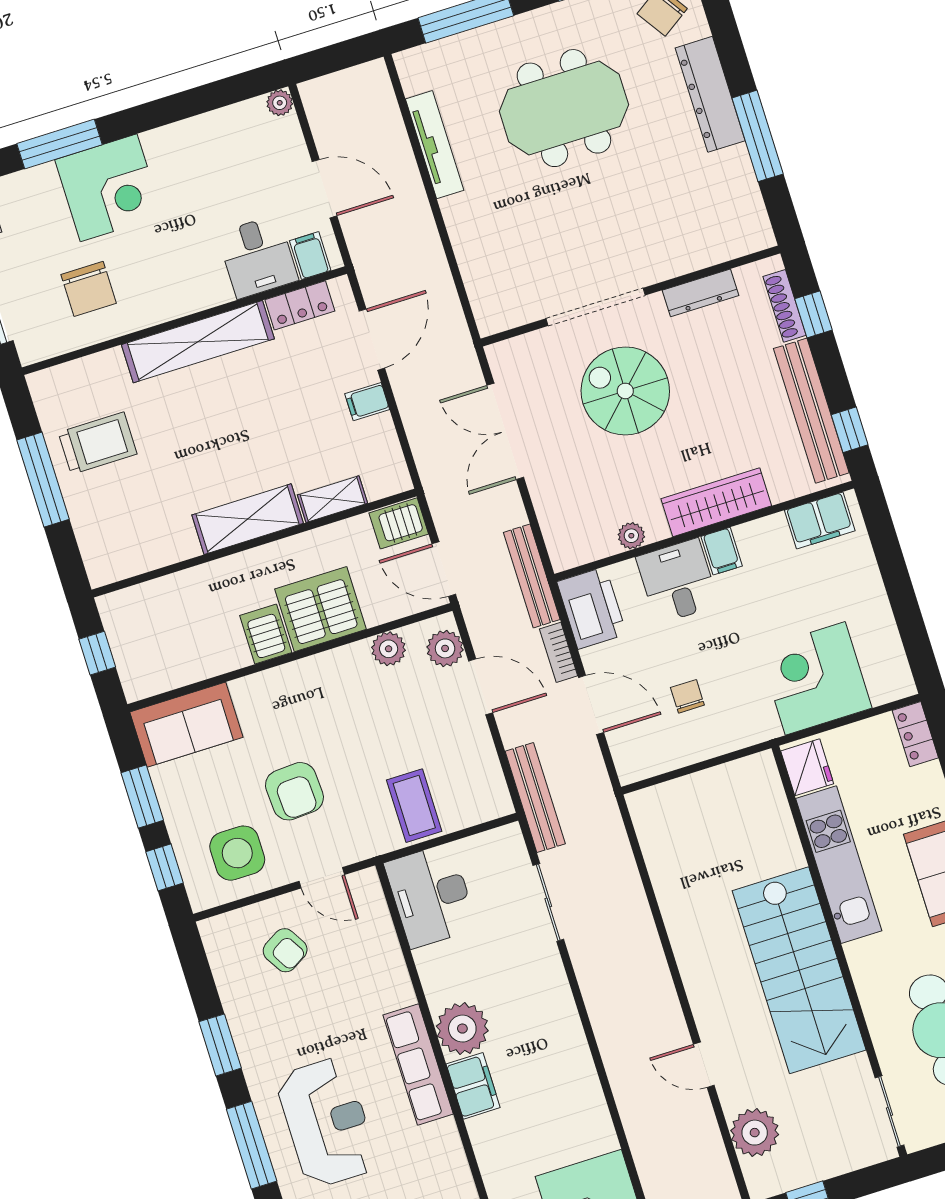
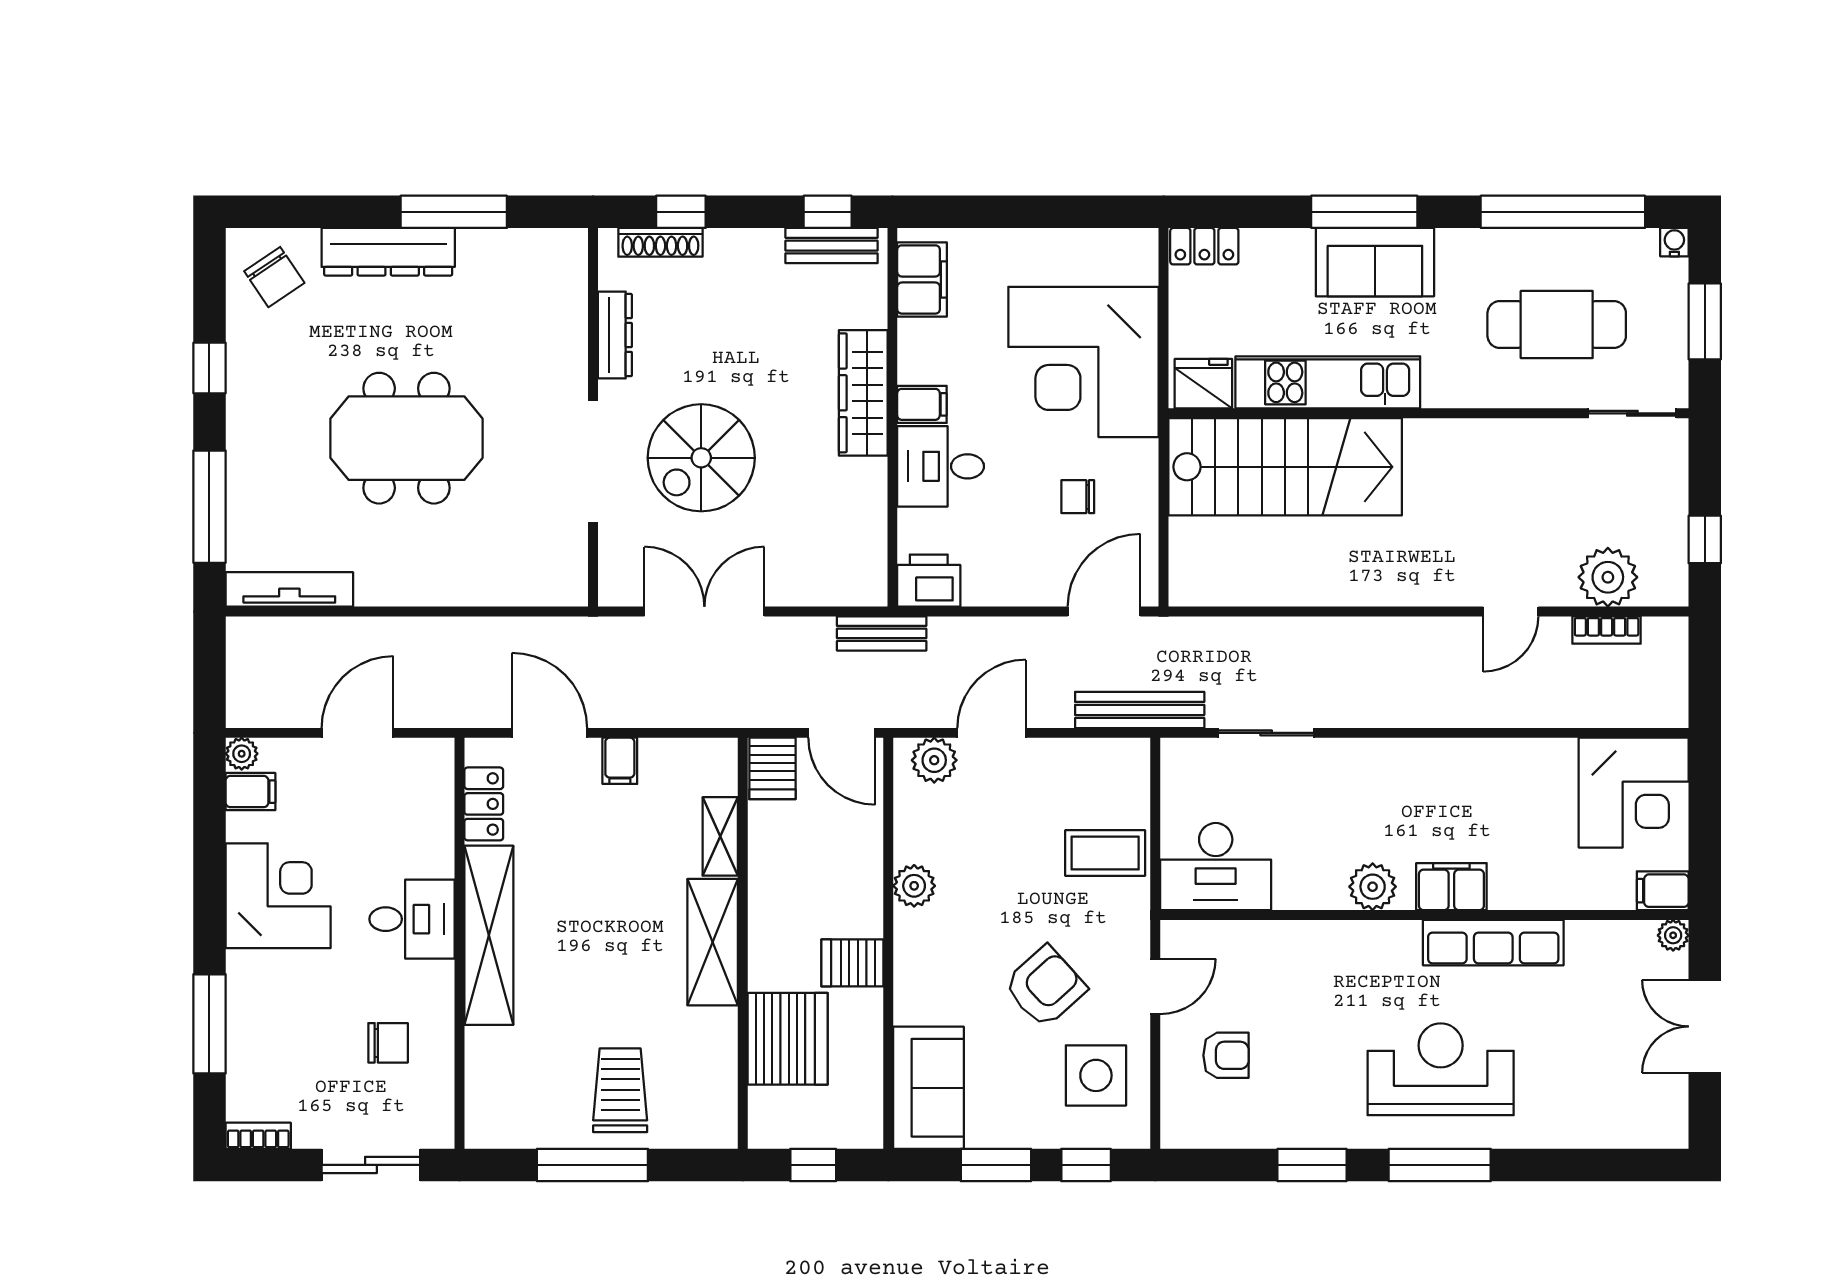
meeting table: (564, 108) -> (406, 438), moved, turned 90
tv unit: (435, 145) -> (289, 589), moved
corner desk: (109, 188) -> (278, 896), moved
filing cabinet: (310, 256) -> (250, 792), moved, turned 180
desk: (258, 257) -> (412, 919), moved
chair: (89, 289) -> (388, 1043), width x0.73, depth x0.73
bench: (811, 411) -> (831, 246), width x0.54, depth x0.82
double door: (505, 431) -> (704, 612), swing flipped
trolley: (98, 443) -> (620, 1090), moved
plant: (631, 536) -> (871, 503), removed
door: (444, 569) -> (842, 733), hinge flipped
bench: (532, 576) -> (882, 633), width x0.73
printer: (592, 608) -> (929, 581), width x0.73, depth x0.84
server rack: (320, 609) -> (788, 1039), moved, turned 180
plant: (389, 649) -> (914, 886), moved
bookcase: (559, 652) -> (1607, 630), moved
corner desk: (815, 678) -> (1083, 362), width x1.36, depth x1.36
door: (591, 705) -> (1104, 612), moved
armchair: (294, 791) -> (1045, 987), turned -39
armchair: (285, 950) -> (1226, 1055), turned 31
stairs: (799, 970) -> (1285, 467), moved
plant: (462, 1029) -> (1373, 887), width x0.73, depth x0.73
row of seats: (418, 1064) -> (1493, 943), moved

